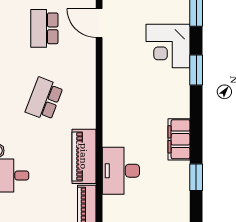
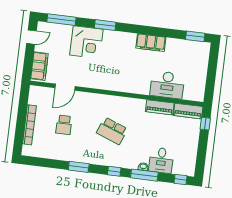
school desk: (44, 28) -> (64, 125), width x0.54
piano: (84, 156) -> (160, 107), width x0.73, depth x0.75
window: (196, 177) -> (195, 36), moved

